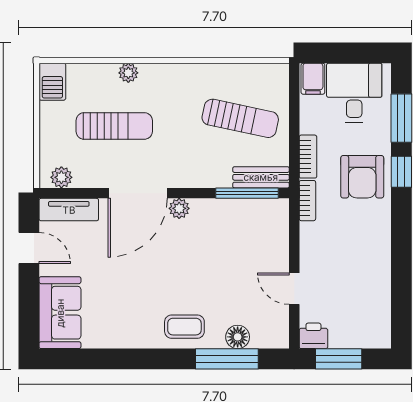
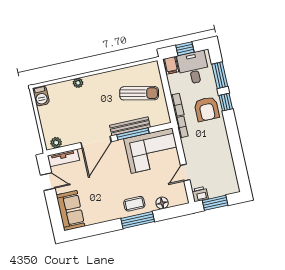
window: (346, 53) -> (185, 49), added
sun lounger: (114, 126) -> (77, 111), removed
bench: (261, 177) -> (130, 126), moved, width x1.36
window: (247, 193) -> (133, 134), moved
plant: (179, 208) -> (119, 145), removed
corner sofa: (240, 233) -> (152, 151), added
door: (294, 289) -> (185, 173), hinge flipped
window: (227, 359) -> (138, 220), moved

